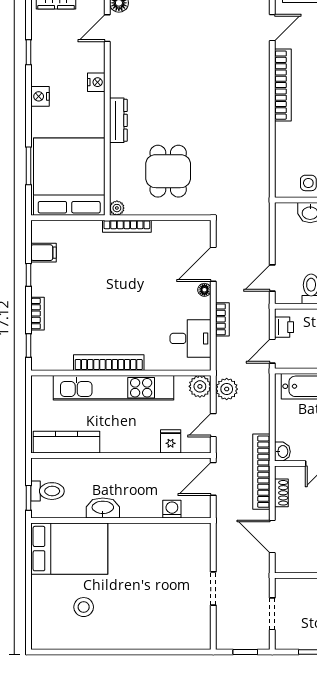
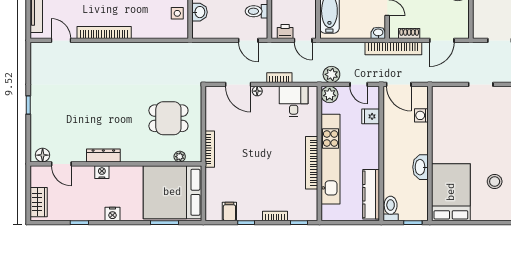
dresser: (118, 120) -> (103, 156), moved
plant: (117, 208) -> (180, 157), moved
toilet: (48, 491) -> (391, 208), moved

